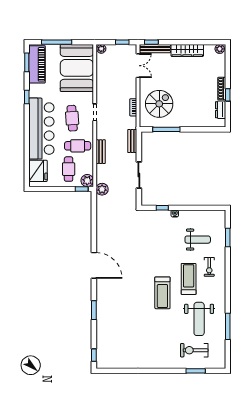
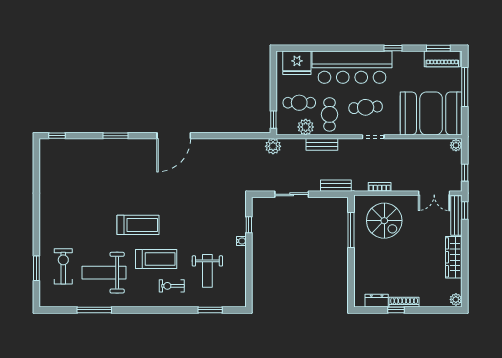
piano: (37, 64) -> (442, 59), width x0.73, depth x0.75
plant: (87, 181) -> (306, 127), moved
treadmill: (162, 293) -> (138, 225), turned 180

